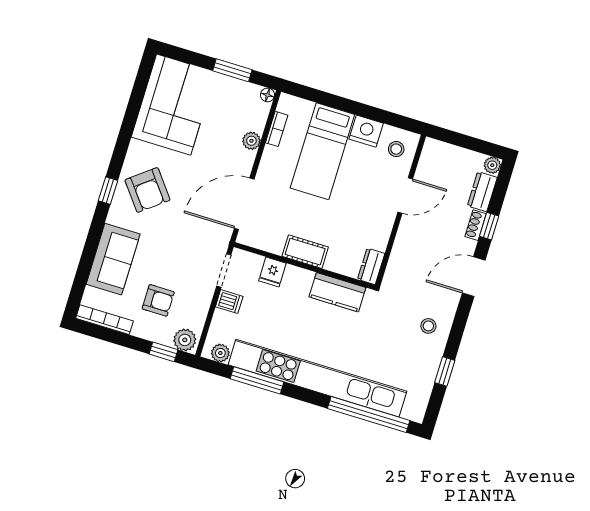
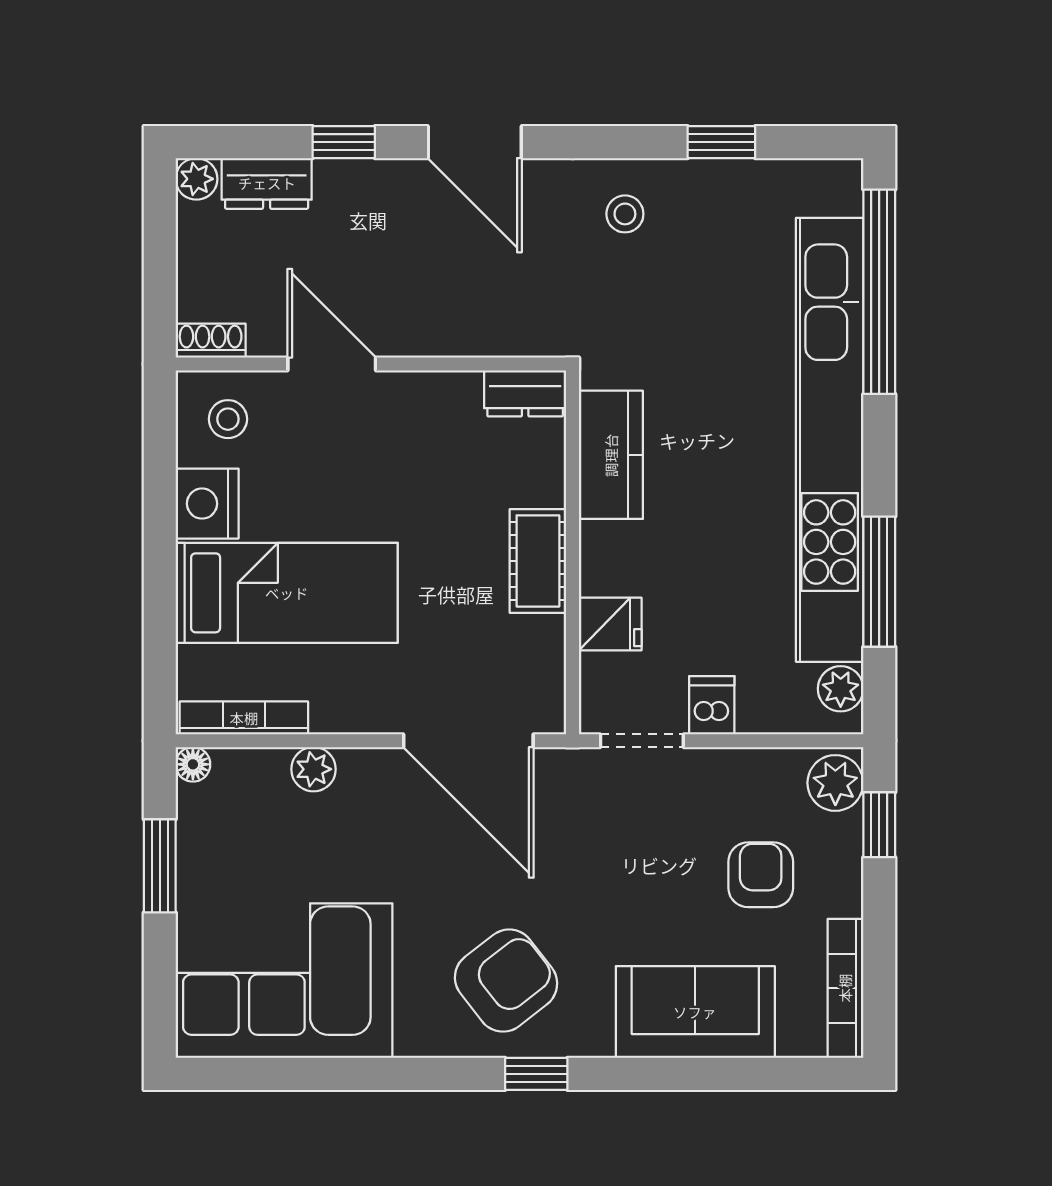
bookcase: (277, 129) -> (244, 718), width x1.56
shoe rack: (476, 225) -> (211, 341), moved, turned 180

